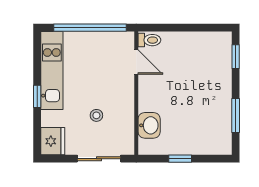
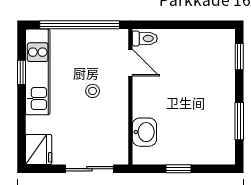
window: (37, 96) -> (21, 72), moved
stool: (96, 115) -> (93, 91), moved

